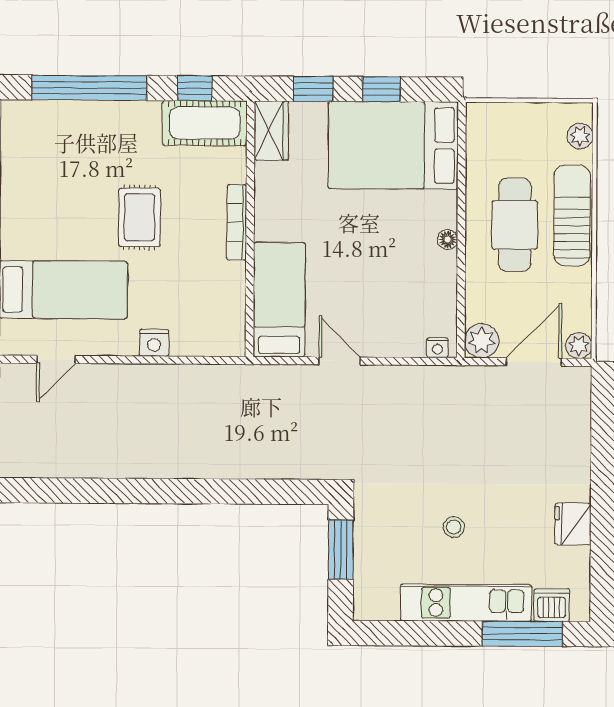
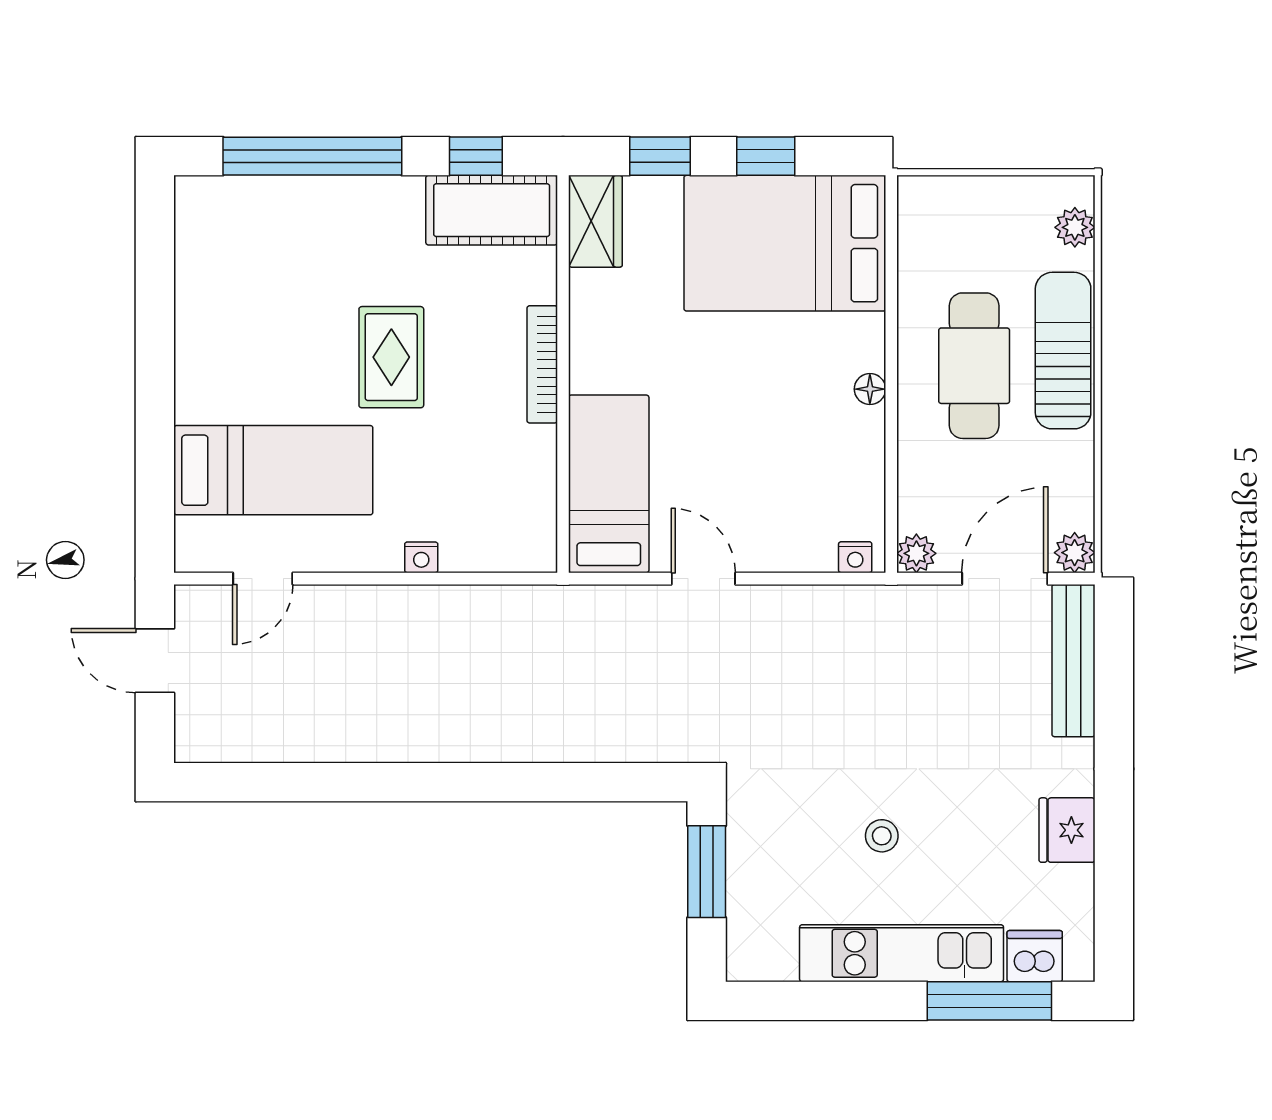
plant: (482, 341) -> (916, 553), width x0.73, depth x0.73
nightstand: (154, 343) -> (421, 557), width x0.72, depth x0.74
bench: (578, 415) -> (1073, 661), added

